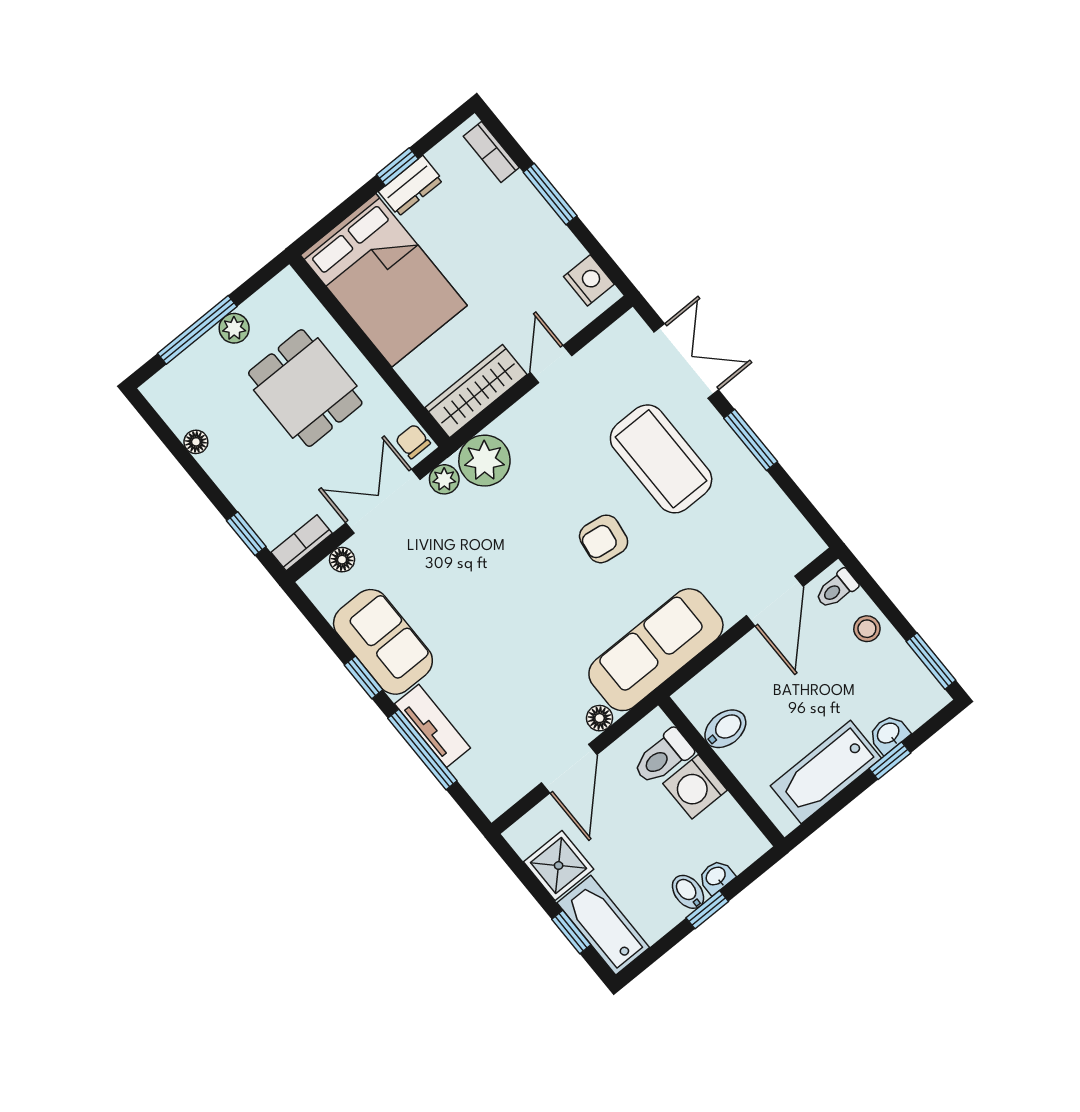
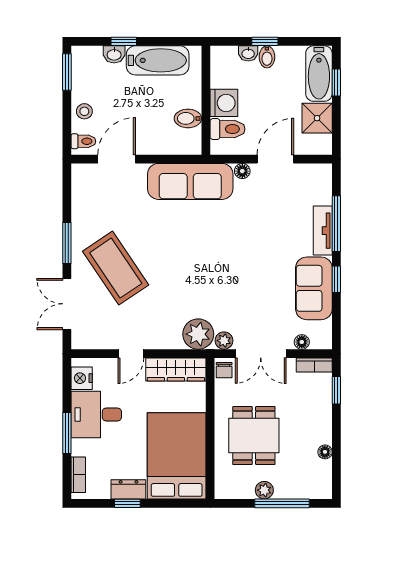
desk: (531, 249) -> (96, 415), added
coffee table: (661, 459) -> (116, 268), turned -34
armchair: (604, 539) -> (173, 253), removed

